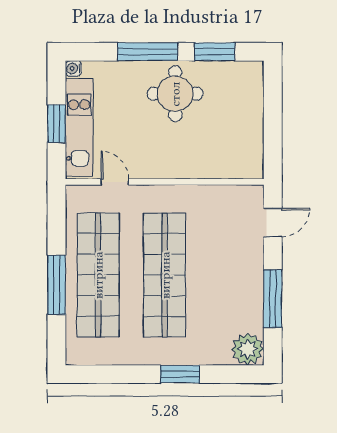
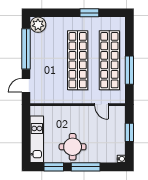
kitchen unit: (79, 127) -> (37, 139), moved, turned 180
window: (57, 285) -> (129, 70), moved
window: (273, 299) -> (26, 49), width x1.46
window: (180, 374) -> (89, 13), moved

